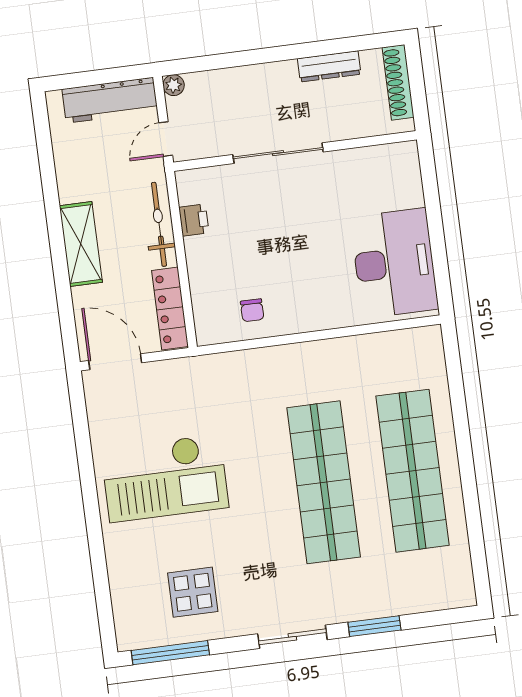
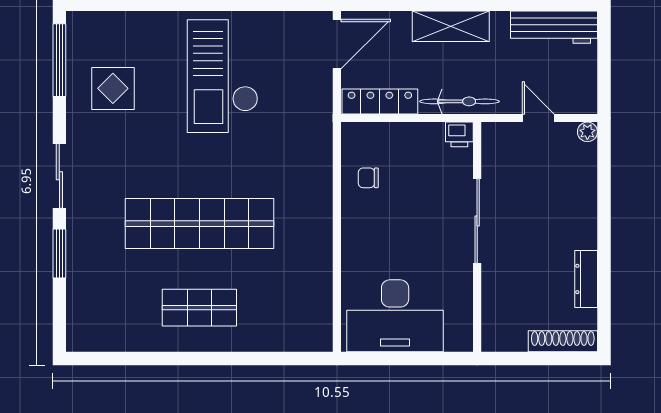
workbench: (110, 100) -> (554, 27), moved, turned -90
wall: (295, 151) -> (477, 237), moved
sliding door: (278, 153) -> (477, 221), moved
shop shelf: (412, 471) -> (199, 308), width x0.50, depth x0.74

